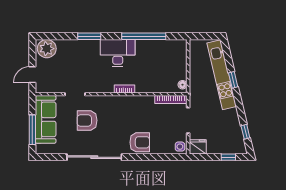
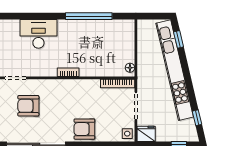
window: (89, 36) -> (31, 16), removed
desk: (118, 53) -> (38, 34), moved
kitchen unit: (222, 75) -> (175, 70), width x1.36
window: (233, 80) -> (179, 39), moved
armchair: (140, 142) -> (84, 129), turned 180

